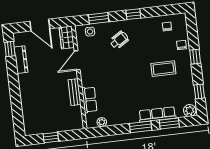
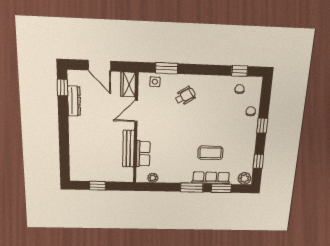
window: (133, 14) -> (240, 71), moved
coffee table: (163, 69) -> (210, 153), moved
bench: (74, 92) -> (128, 149), width x1.36

